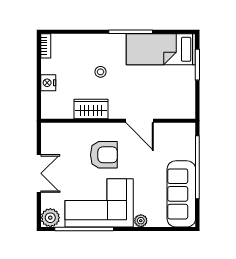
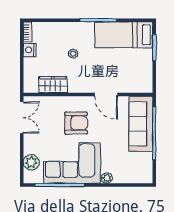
nightstand: (48, 83) -> (30, 50), moved
wardrobe: (91, 109) -> (53, 85), moved
double door: (39, 173) -> (22, 117), moved
sofa: (181, 194) -> (141, 124), moved
plant: (50, 218) -> (31, 162), moved

